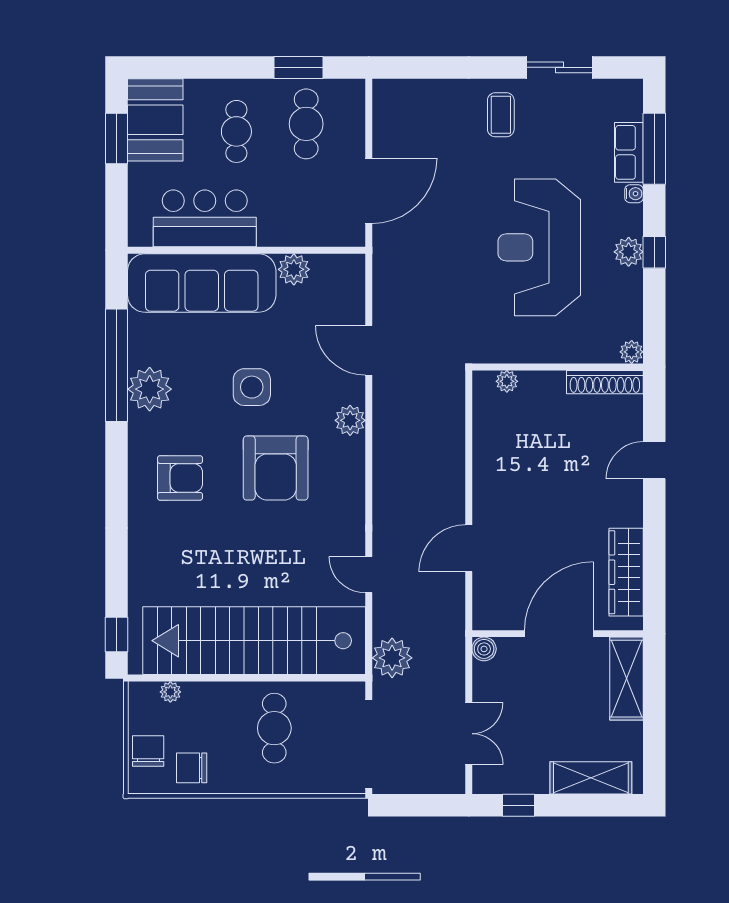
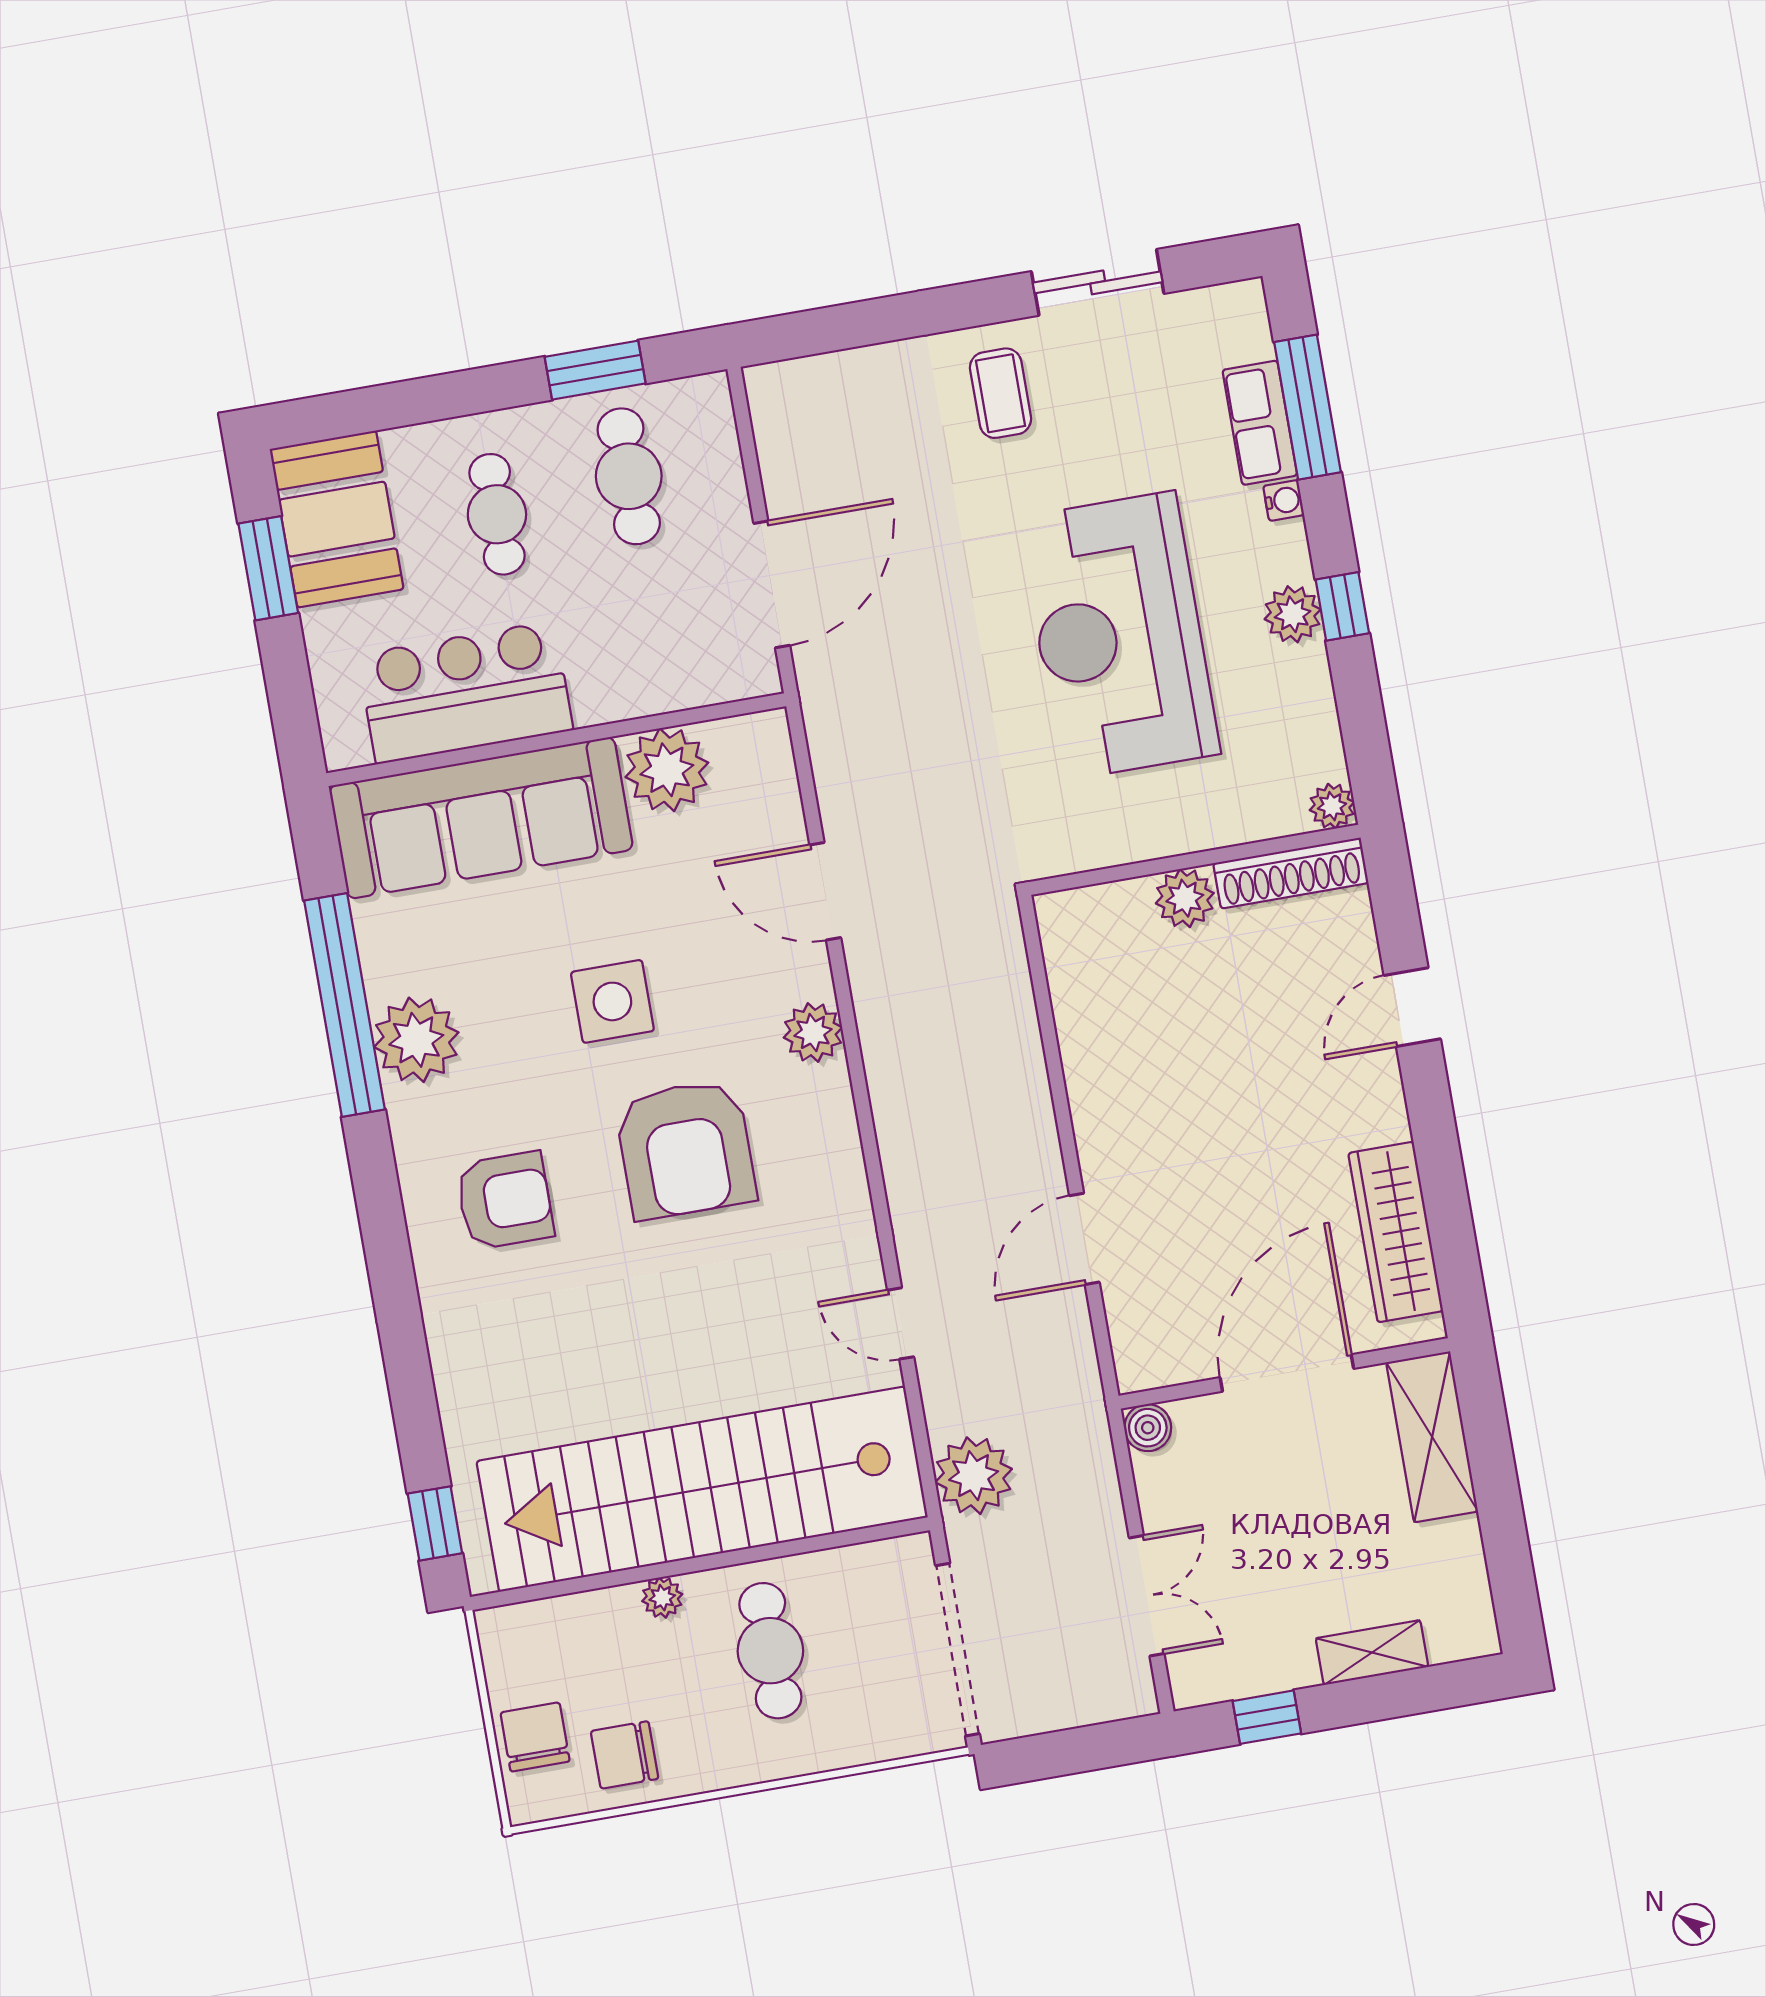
plant: (294, 269) -> (667, 770), width x1.36, depth x1.36
plant: (507, 381) -> (1185, 898), moved, width x1.38, depth x1.38
plant: (170, 692) -> (662, 1598), moved
shelving: (591, 778) -> (1372, 1653), width x0.67, depth x0.75

